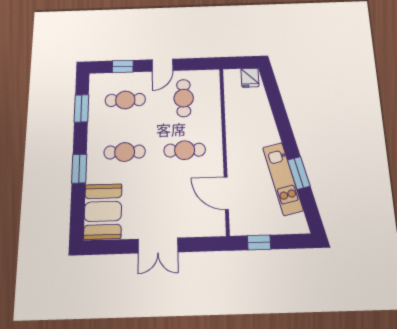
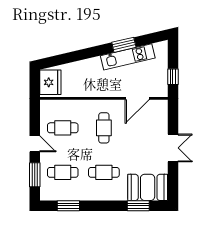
window: (123, 66) -> (35, 175), width x1.50
fridge: (250, 78) -> (50, 82), width x1.88, depth x1.34
cafe table: (125, 100) -> (63, 172), turned 90
cafe table: (125, 152) -> (104, 172), turned 90
window: (79, 169) -> (138, 206), moved

